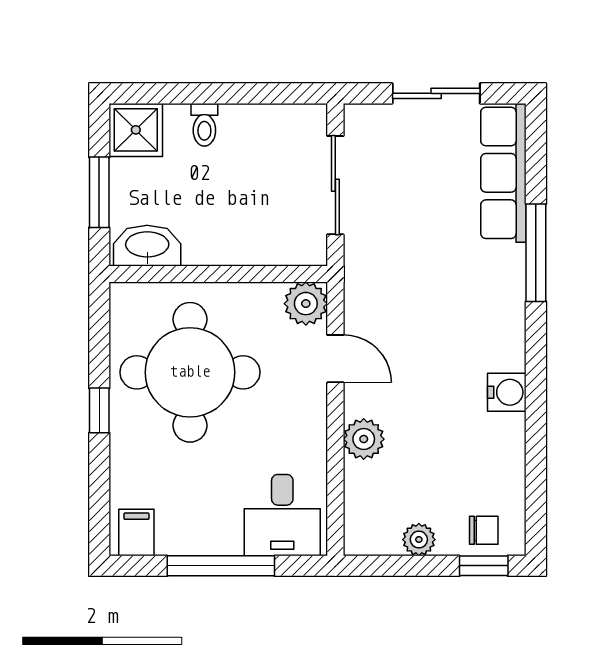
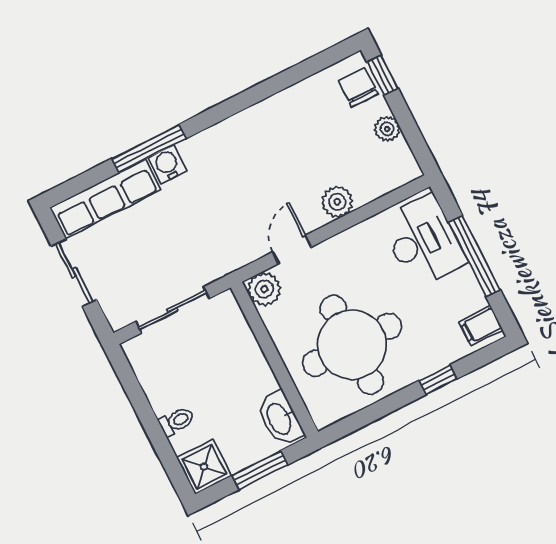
water cooler: (507, 392) -> (167, 164), moved
window: (99, 410) -> (438, 380), moved
desk: (282, 515) -> (423, 241), width x1.37
chair: (484, 530) -> (358, 87), width x1.37, depth x1.37

